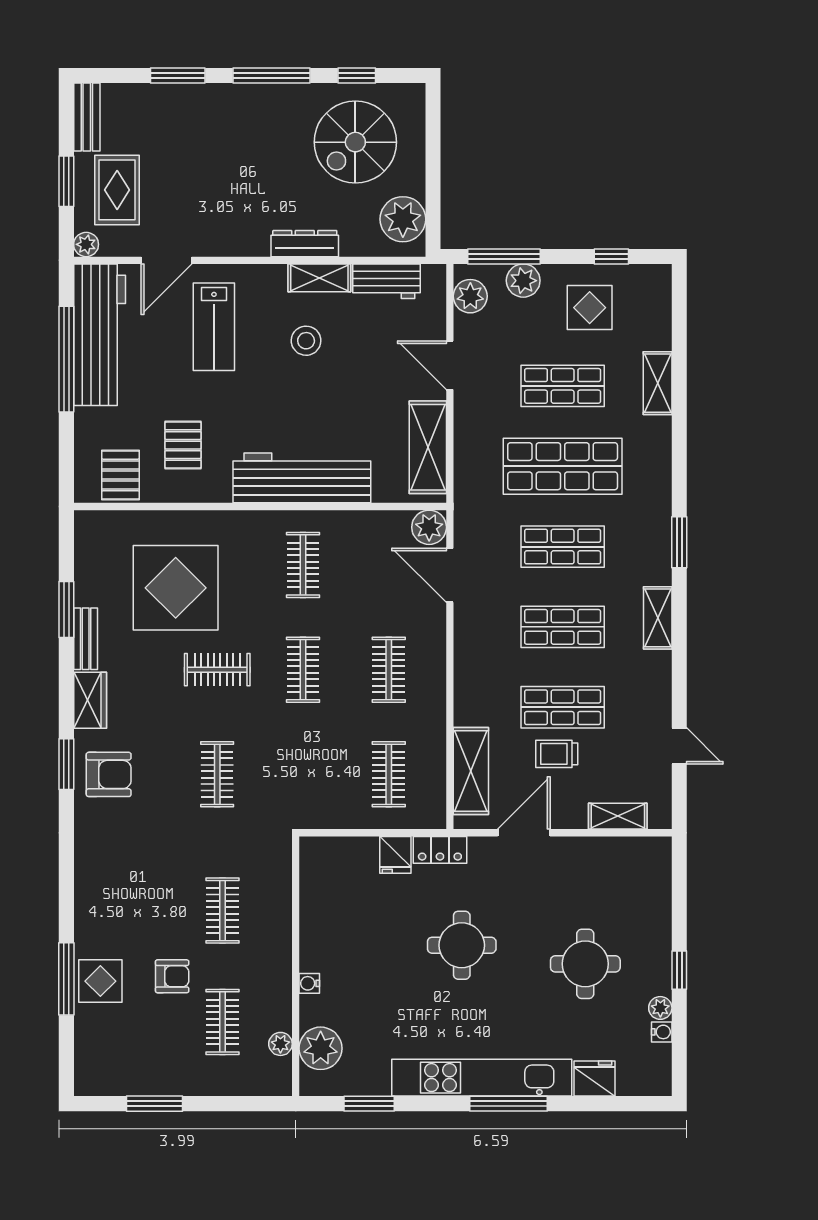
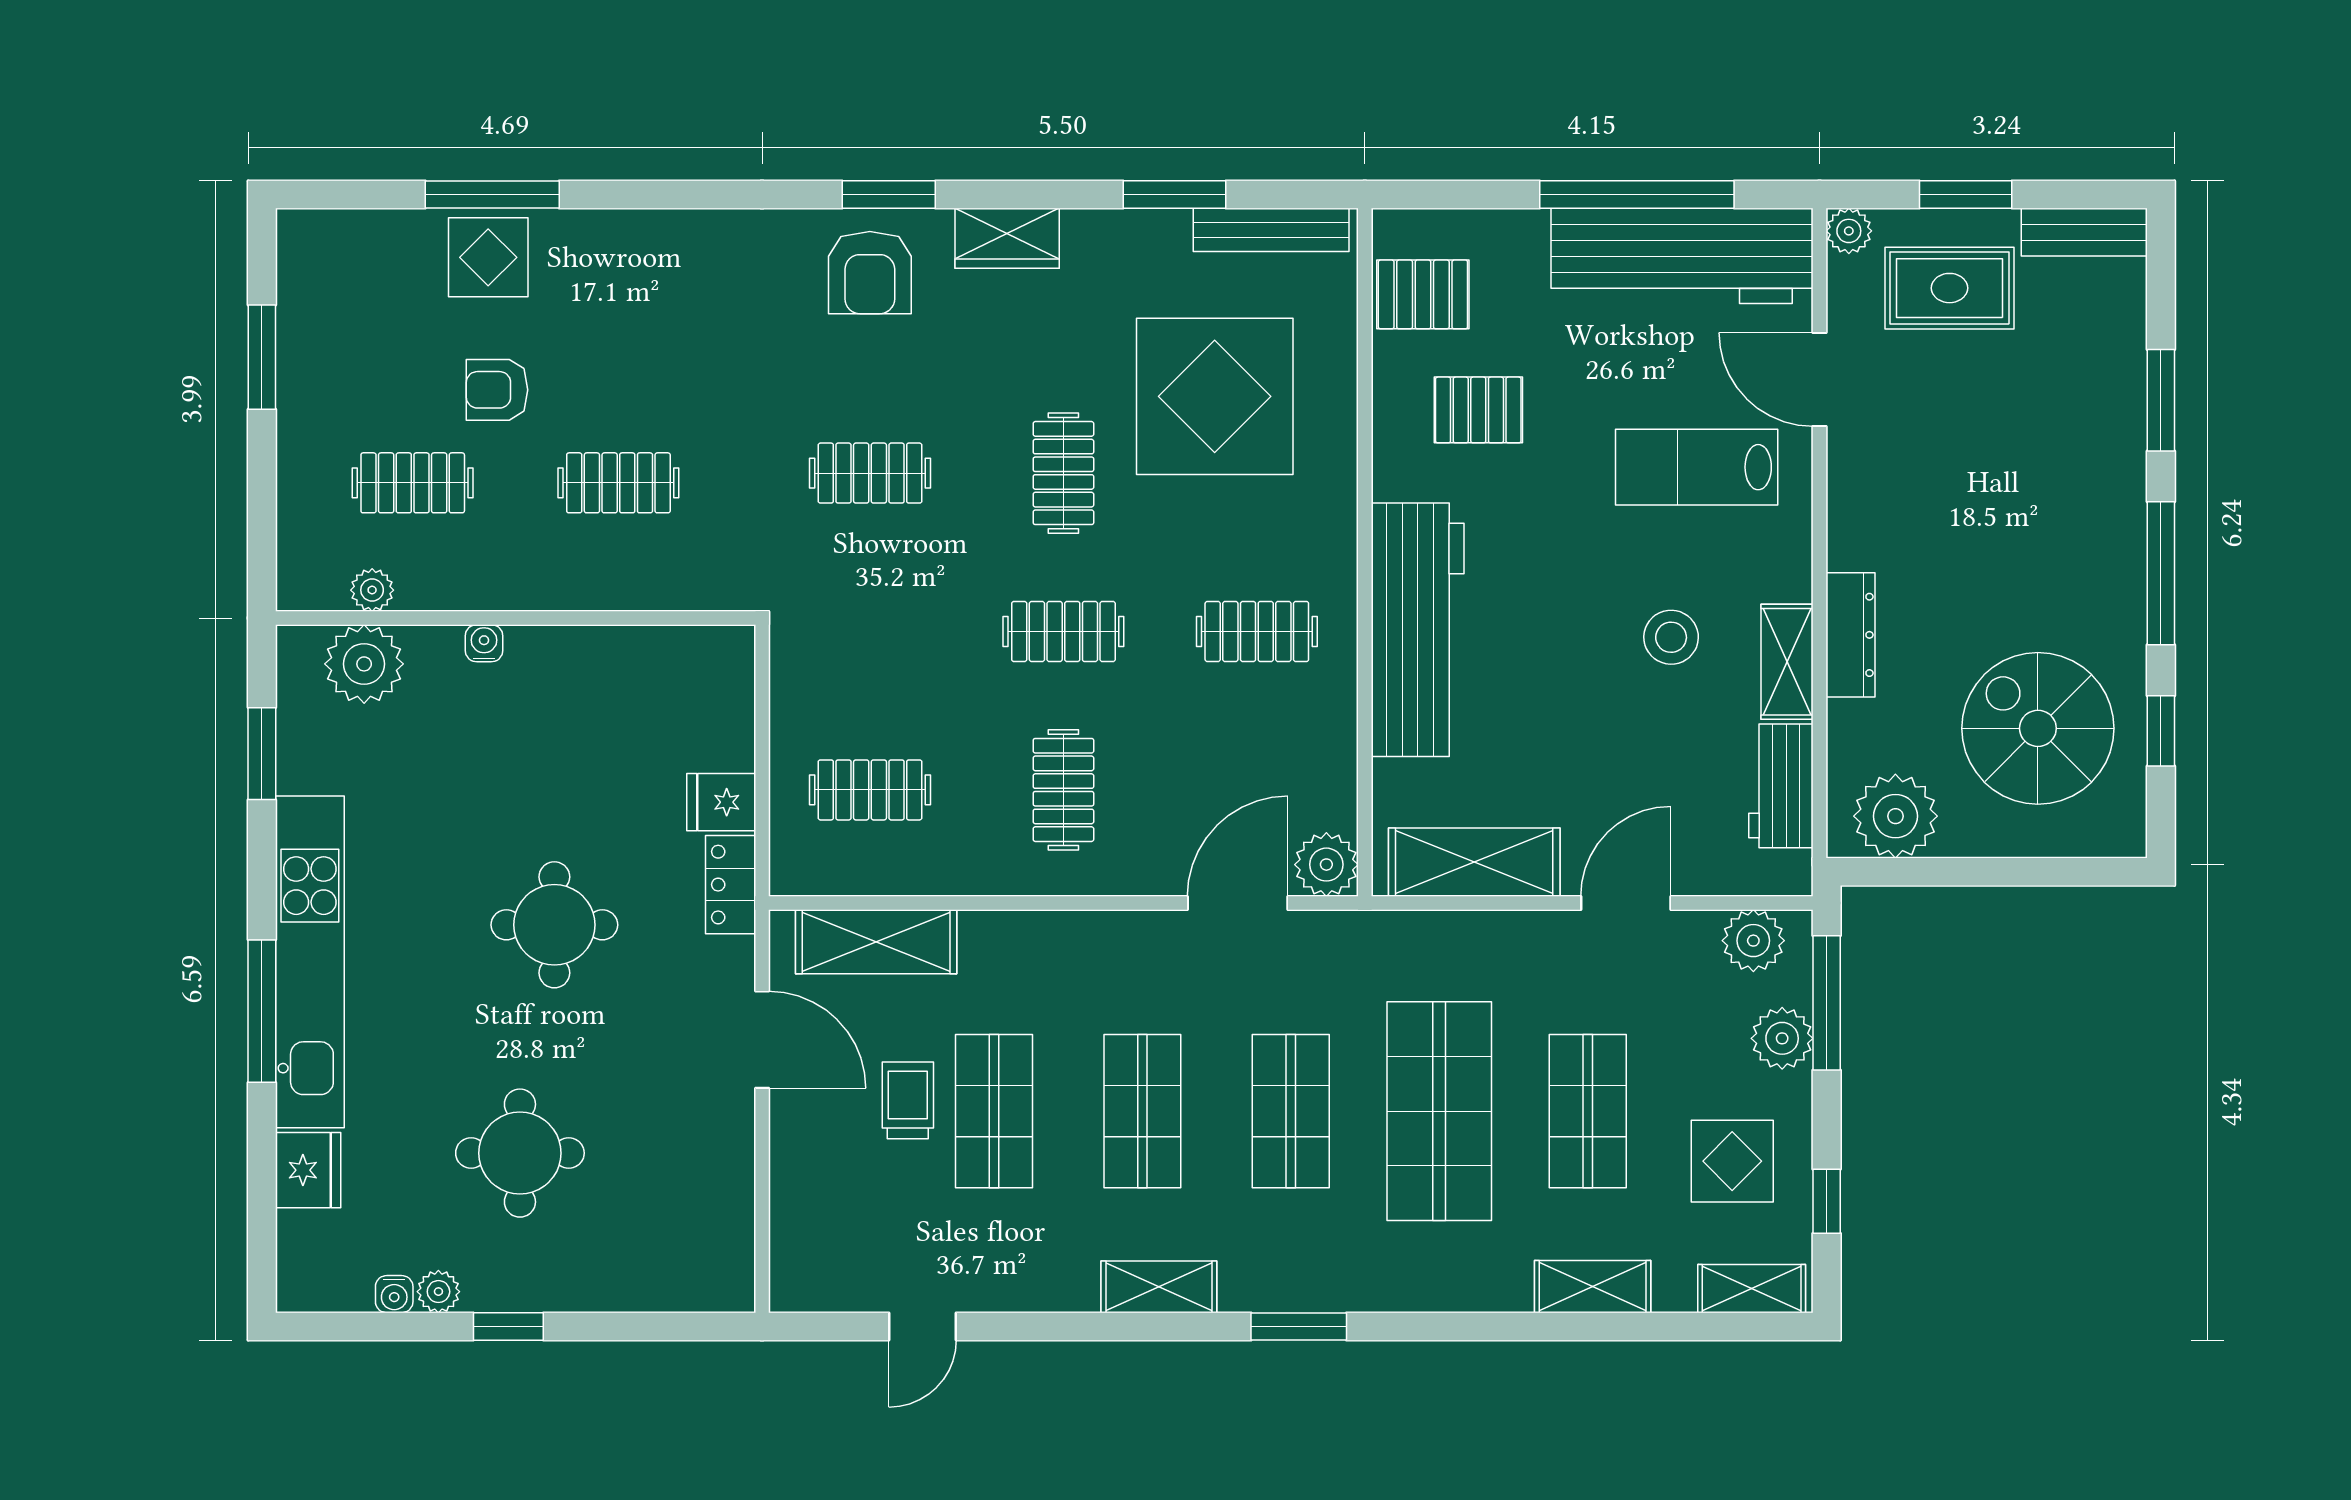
bench: (86, 639) -> (1271, 230), moved, width x1.36
clothes rail: (389, 670) -> (1063, 790), turned 90
shelving: (618, 816) -> (1752, 1289), moved, turned 90
armchair: (172, 976) -> (497, 390), turned 90

